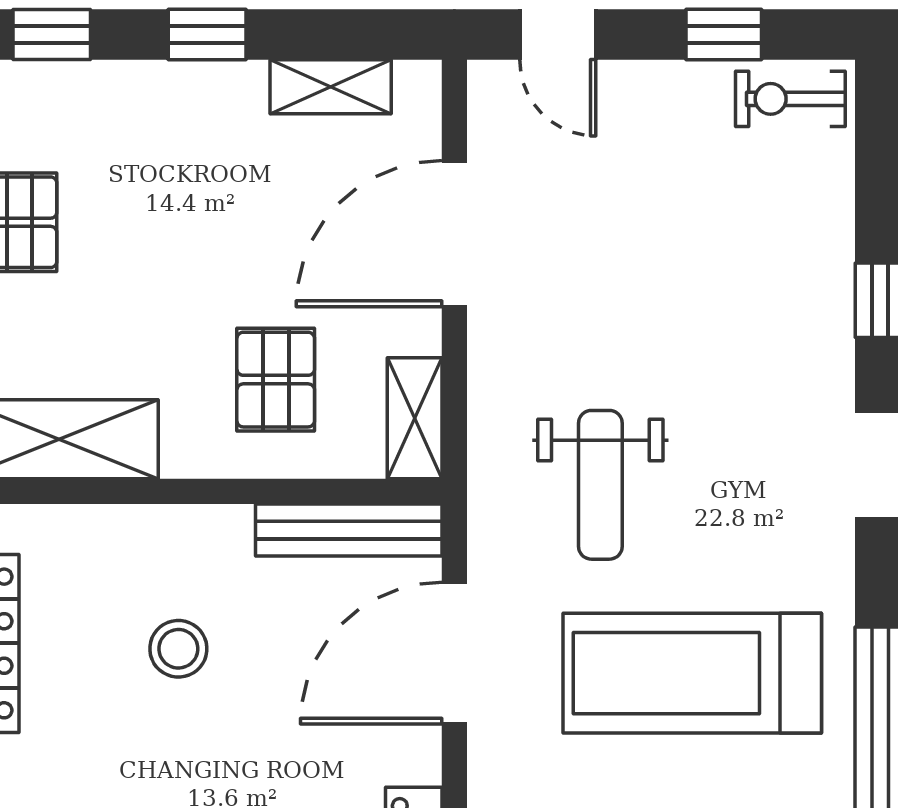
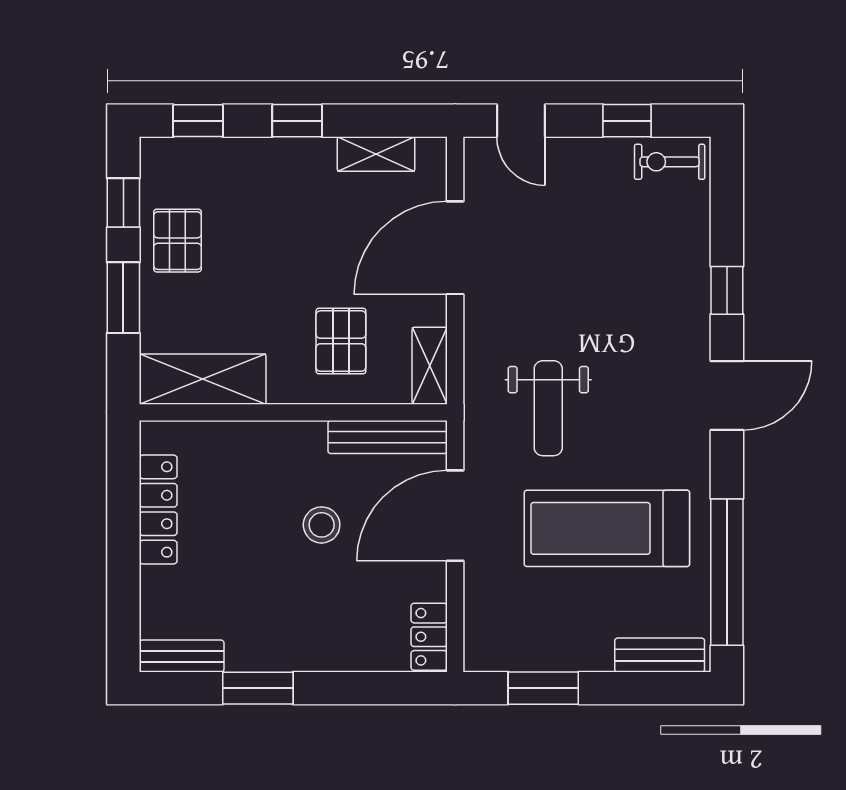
stool: (178, 649) -> (322, 525), moved

